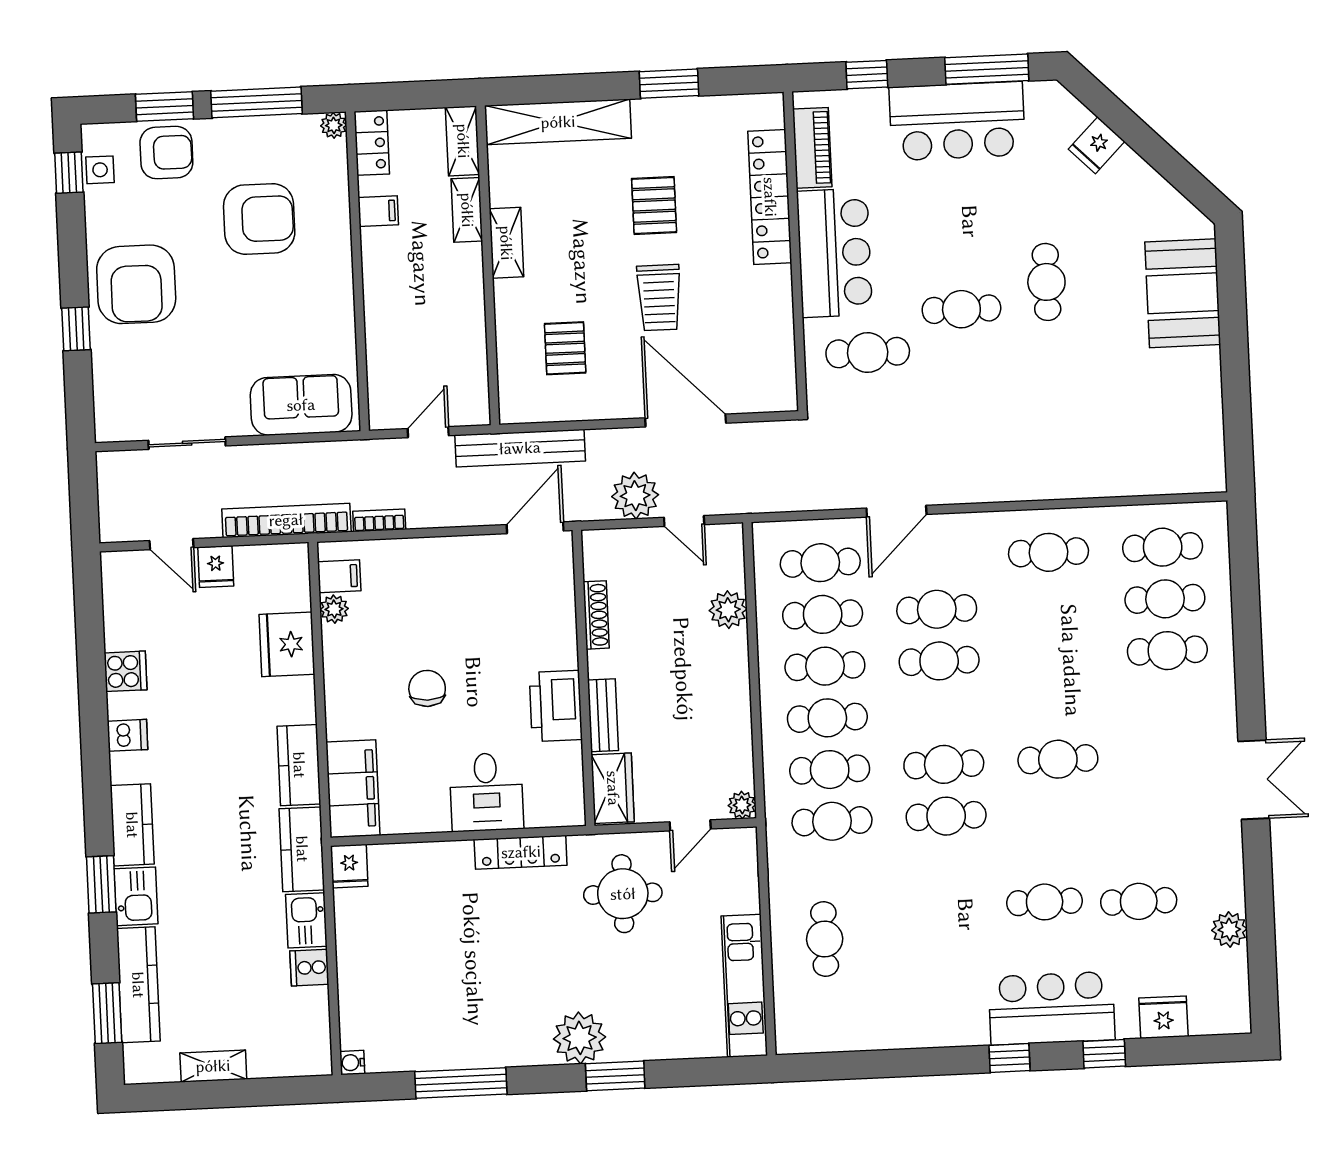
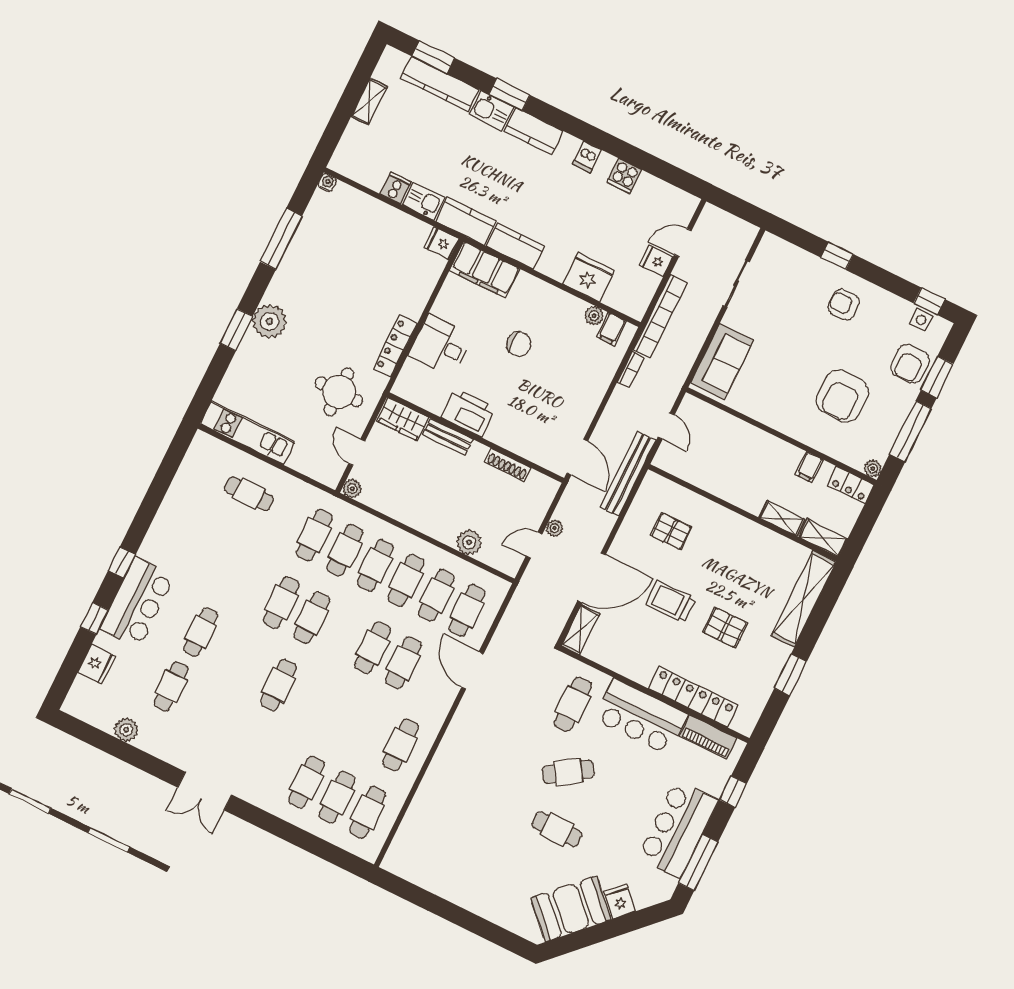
shelving: (506, 243) -> (580, 630), moved, turned 90
armchair: (136, 284) -> (844, 305), width x0.53, depth x0.53
booth: (1183, 293) -> (571, 909), moved, turned -45
cafe table: (961, 309) -> (568, 772), turned 56
plant: (635, 496) -> (554, 528), width x0.53, depth x0.53

